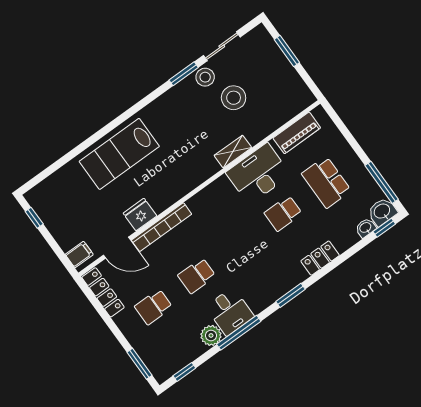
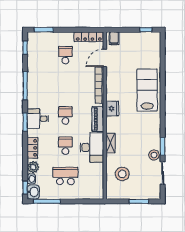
stool: (234, 98) -> (122, 174), moved
piano: (297, 133) -> (98, 119), moved
fridge: (140, 215) -> (112, 109), moved
school desk: (197, 276) -> (65, 116), moved
desk: (230, 312) -> (38, 119), moved
plant: (211, 335) -> (33, 167), moved

